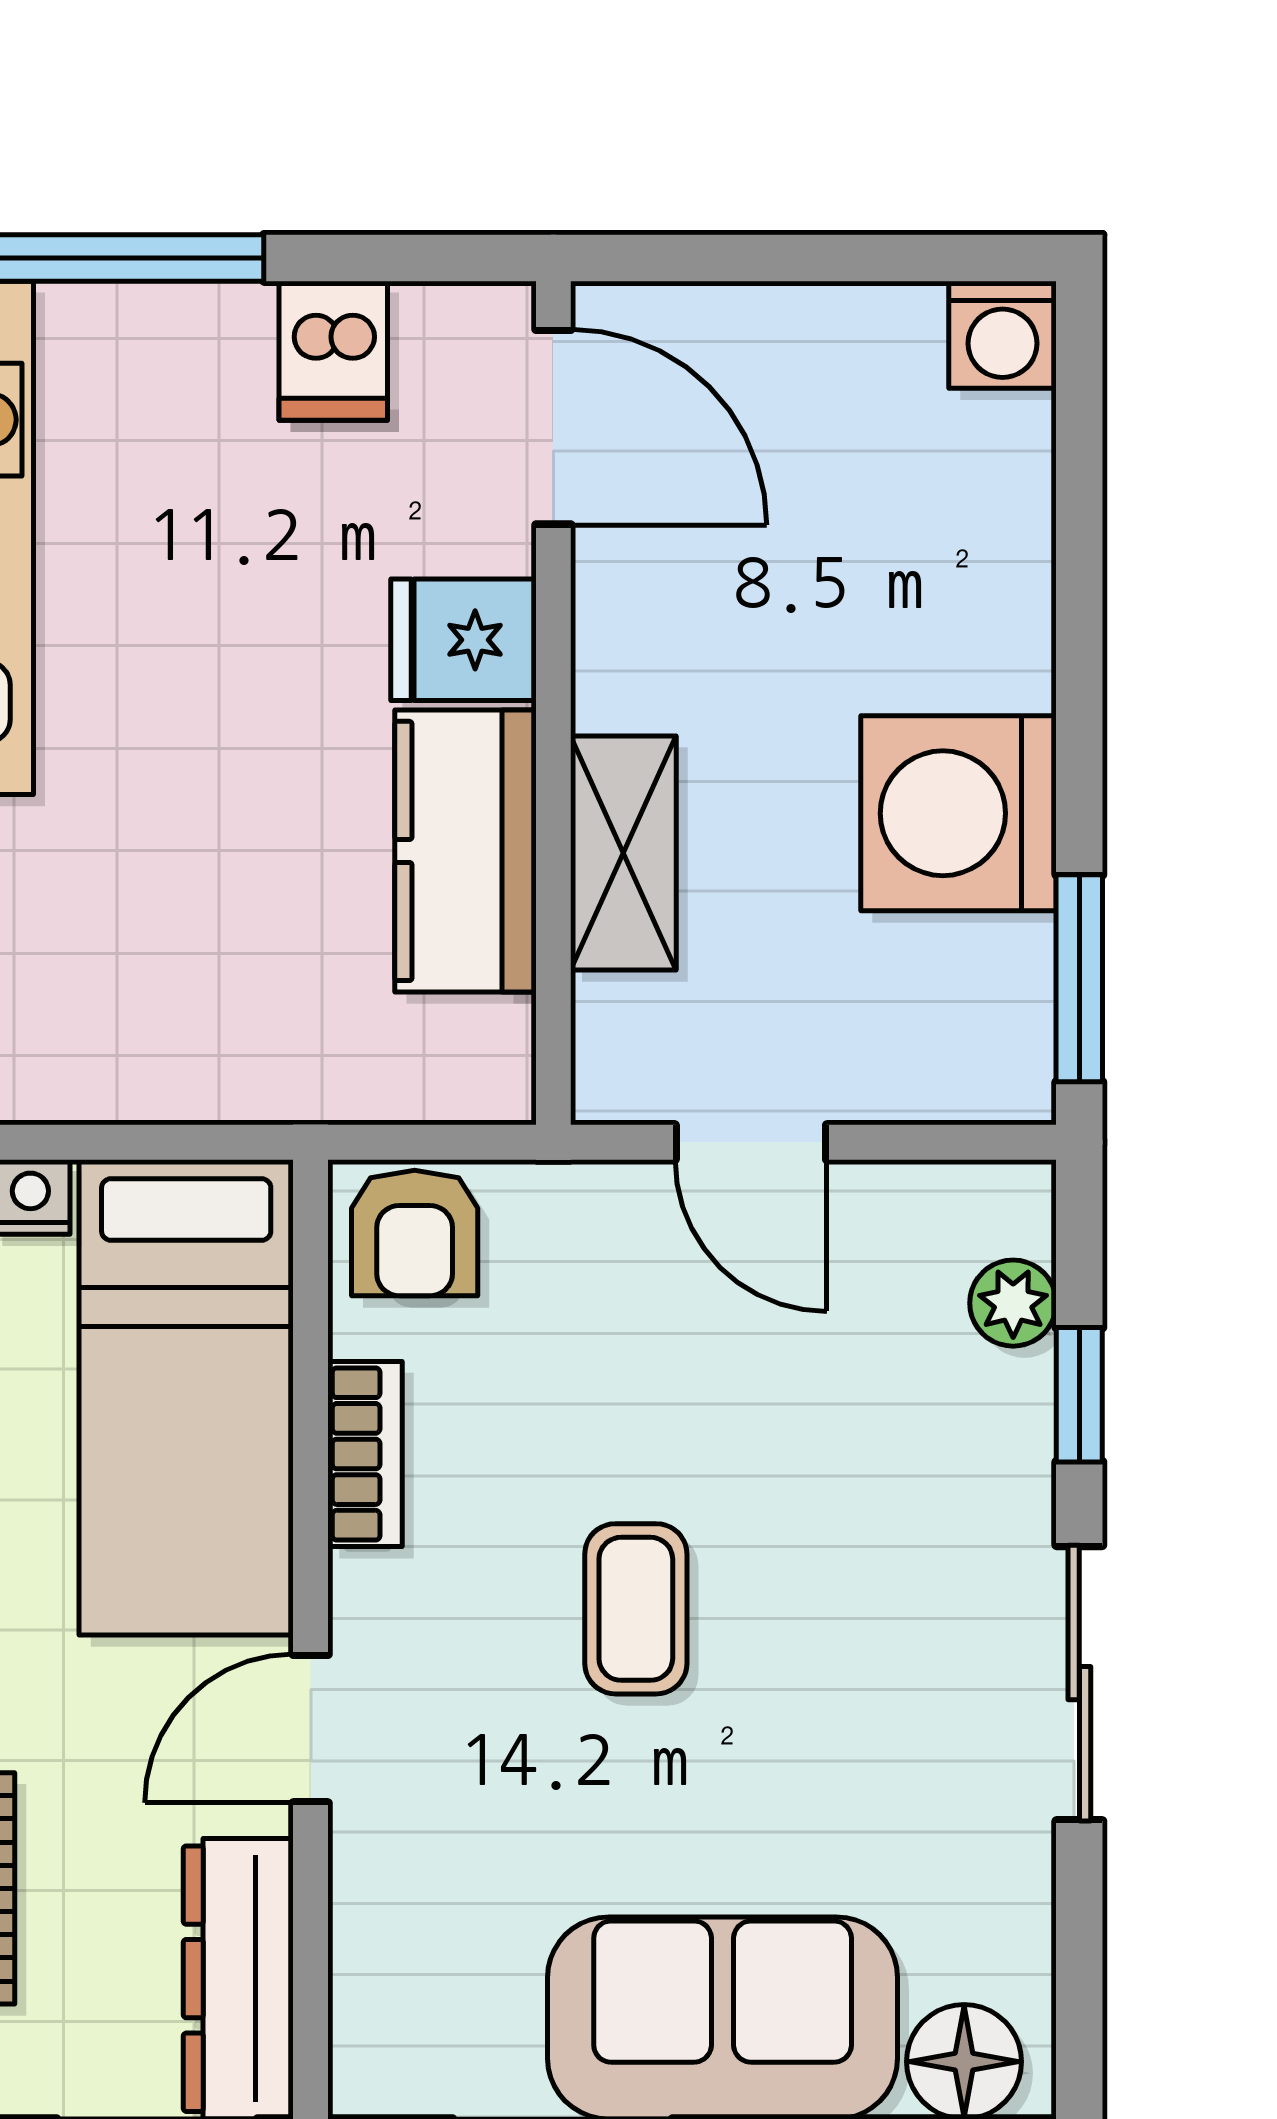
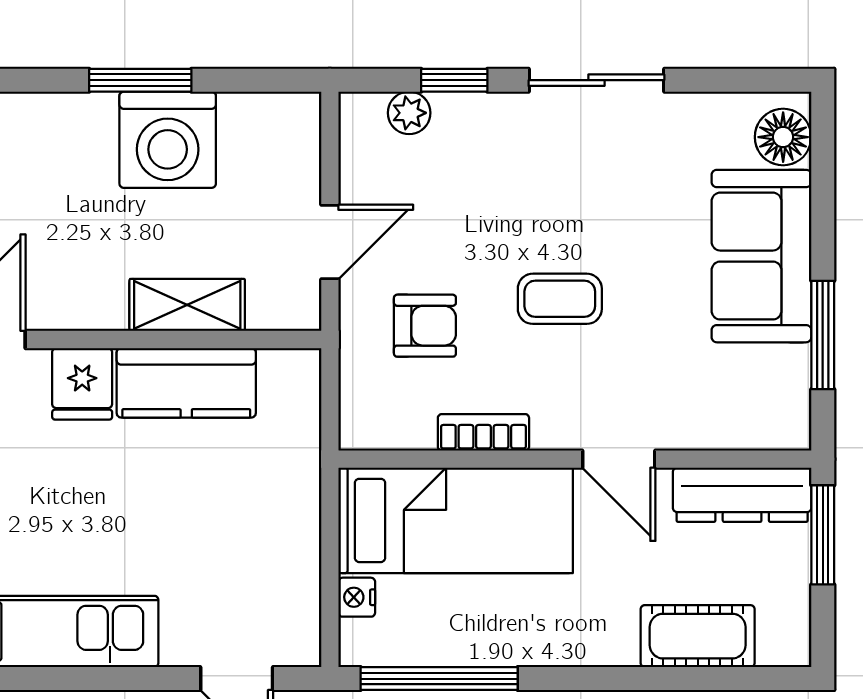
window: (1079, 978) -> (140, 80), moved
armchair: (415, 1233) -> (425, 326), moved

